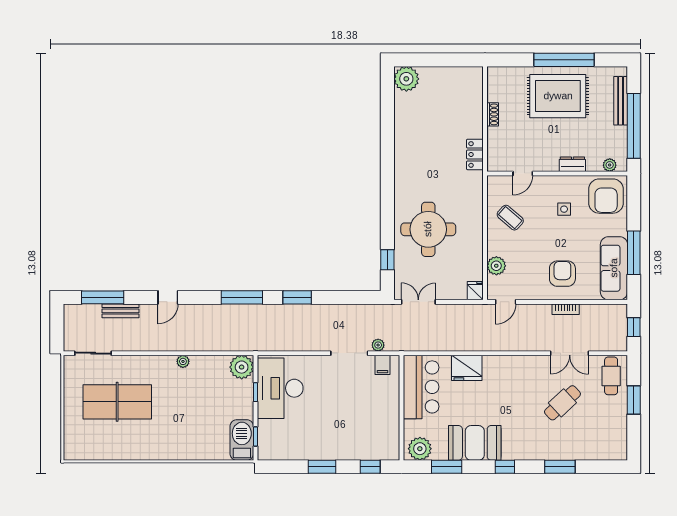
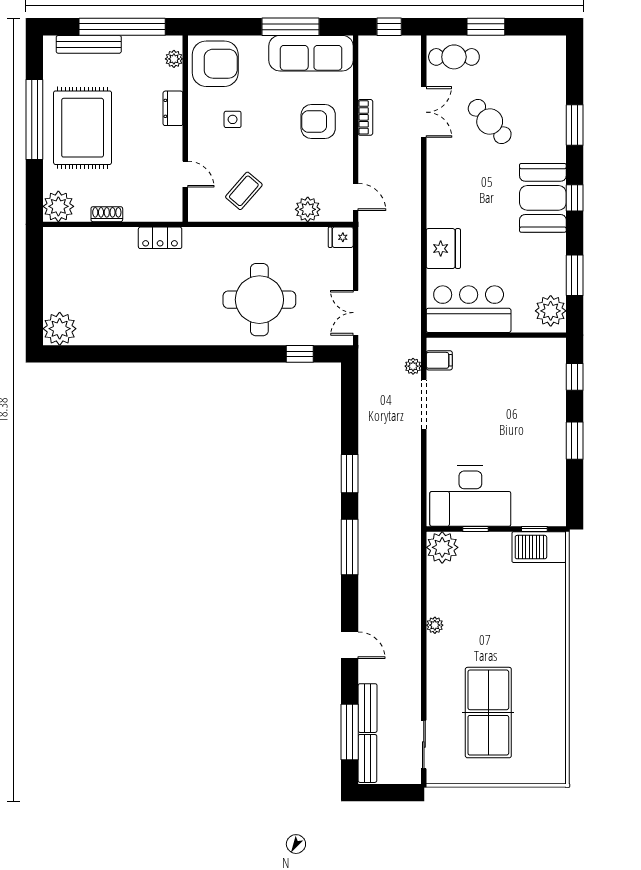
plant: (498, 78) -> (58, 206), added
bench: (83, 311) -> (367, 758), added
booth: (475, 443) -> (543, 198), moved

